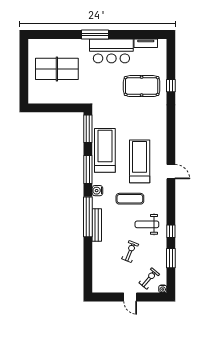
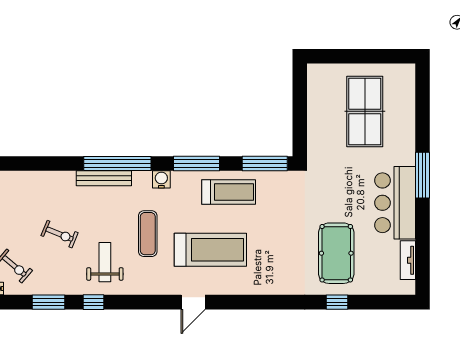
treadmill: (105, 150) -> (229, 192), width x0.73, depth x0.73

